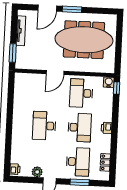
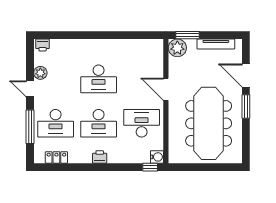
plant: (23, 62) -> (177, 48), added
desk: (44, 126) -> (99, 79), turned 180
window: (80, 182) -> (30, 127), width x1.44

